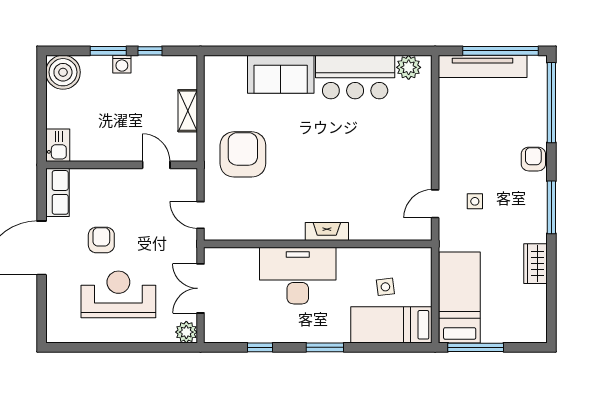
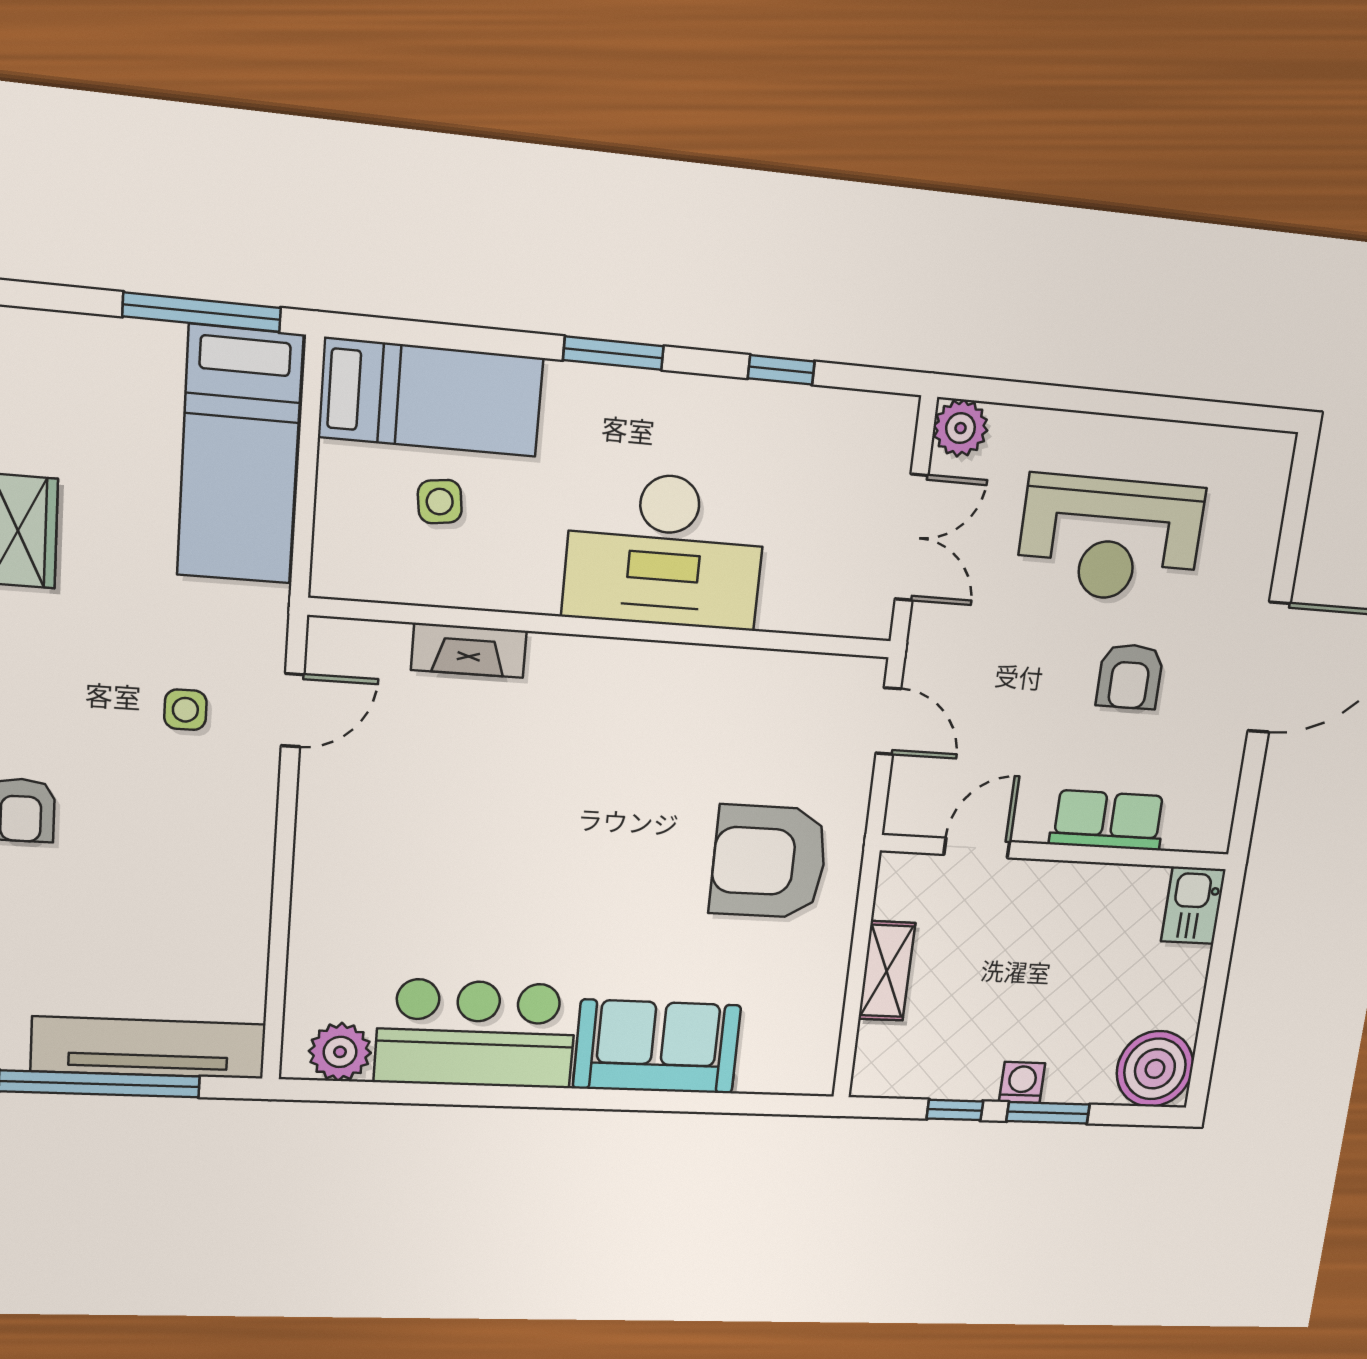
armchair: (243, 154) -> (769, 862), turned 90
door: (156, 165) -> (977, 848), swing flipped
row of seats: (57, 192) -> (1108, 820), moved, turned 90
fireplace: (327, 231) -> (469, 650), moved

